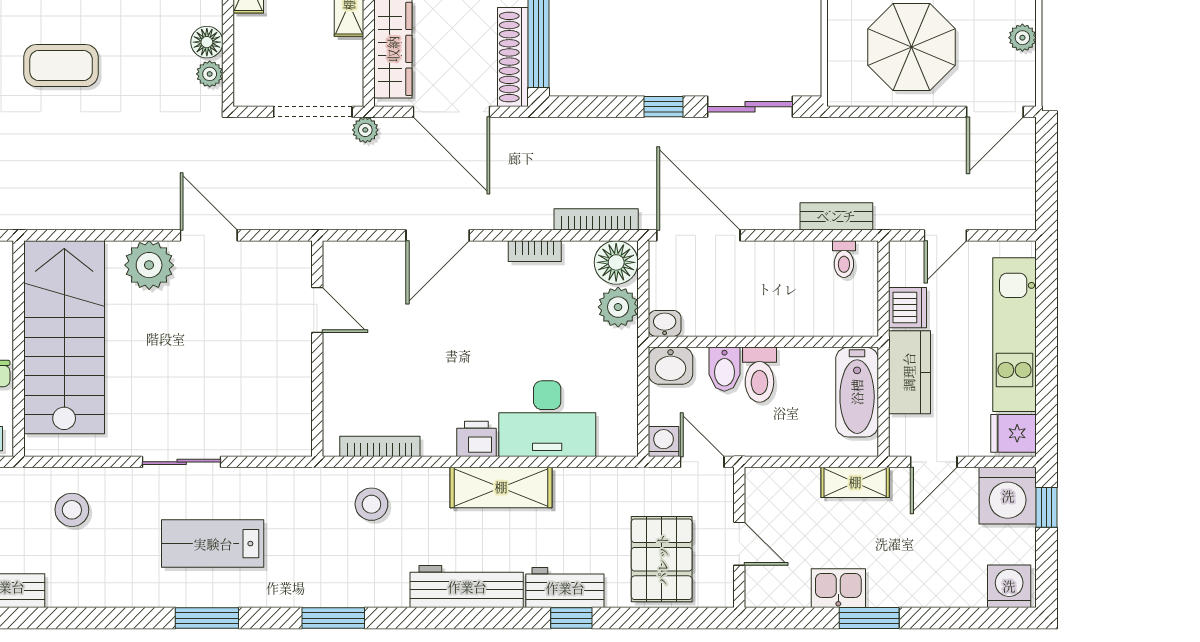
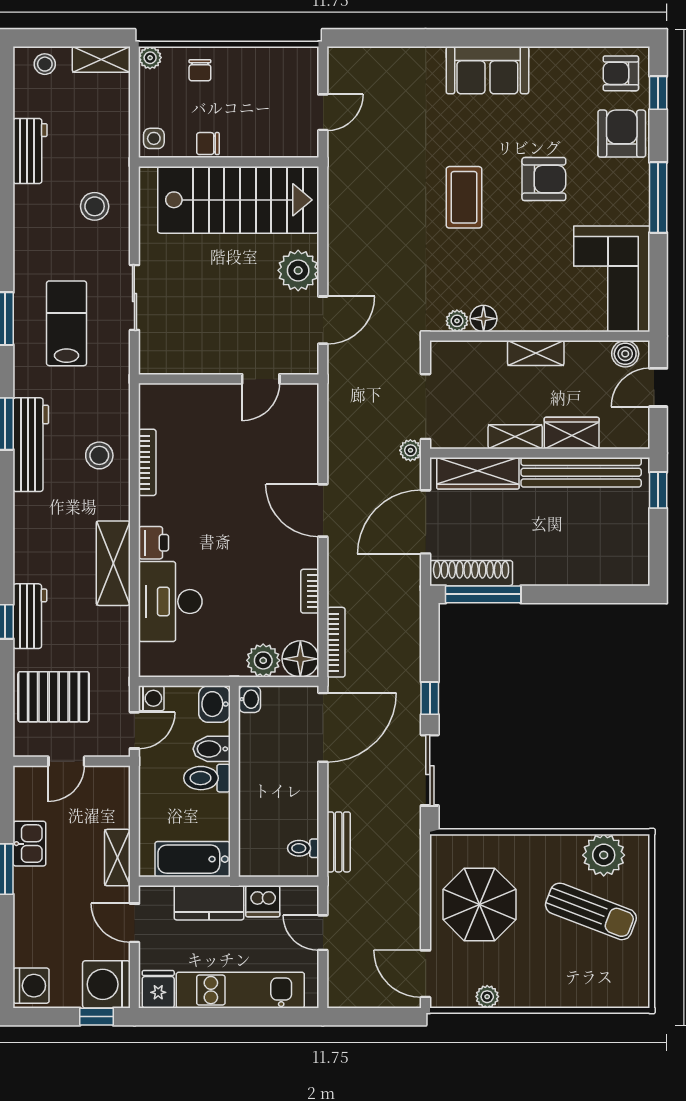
door: (317, 310) -> (261, 379), moved
wall: (317, 349) -> (229, 379), moved
workbench: (467, 587) -> (31, 445), moved

